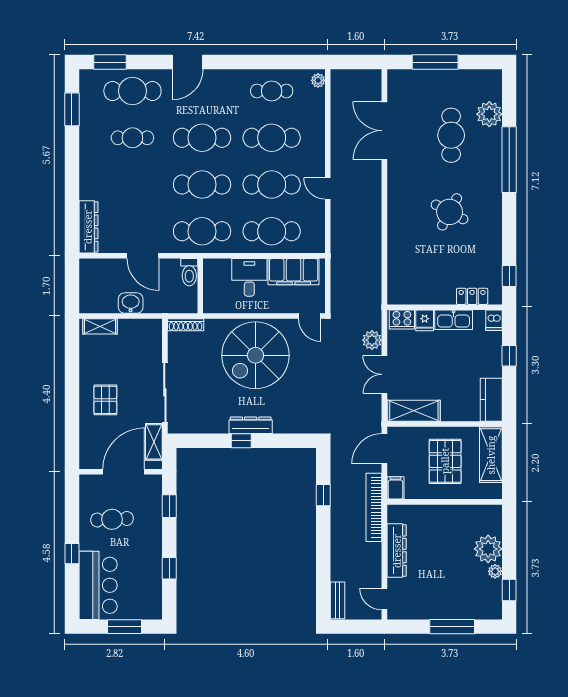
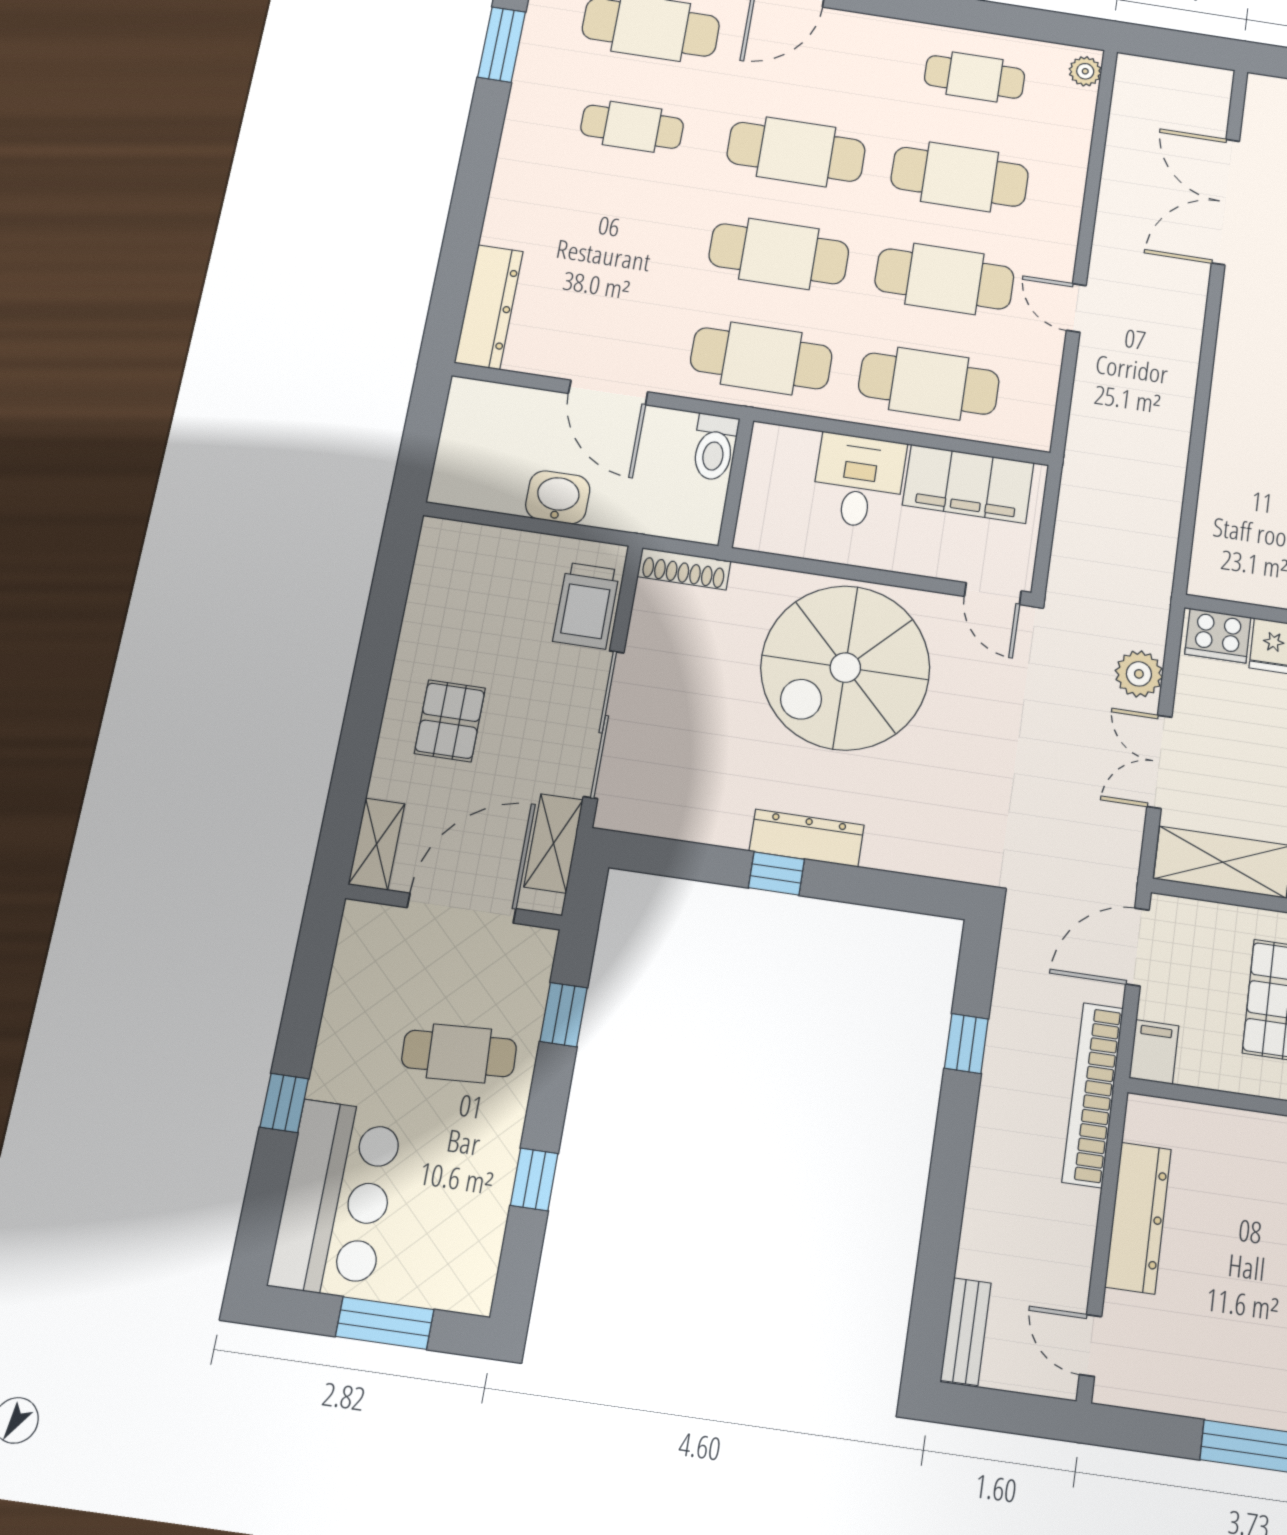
shelving: (100, 326) -> (376, 844), moved, turned 90
trolley: (150, 346) -> (586, 606), added
cafe table: (112, 519) -> (459, 1053), moved

